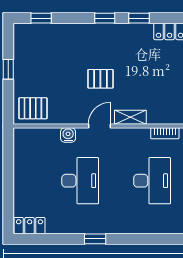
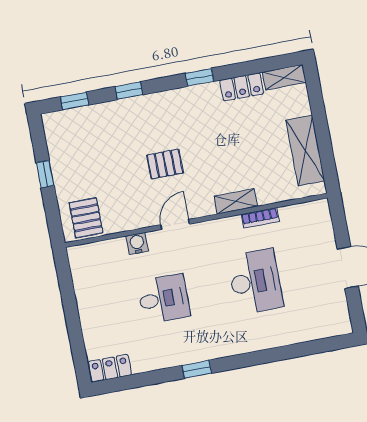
window: (105, 18) -> (129, 91), moved
pallet: (33, 108) -> (86, 218), turned 90
shelving: (130, 117) -> (236, 201), moved
desk: (80, 181) -> (164, 299), width x0.73

